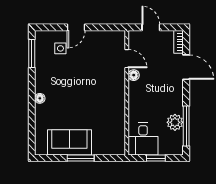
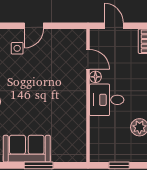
desk: (143, 139) -> (107, 100), moved, turned 90

